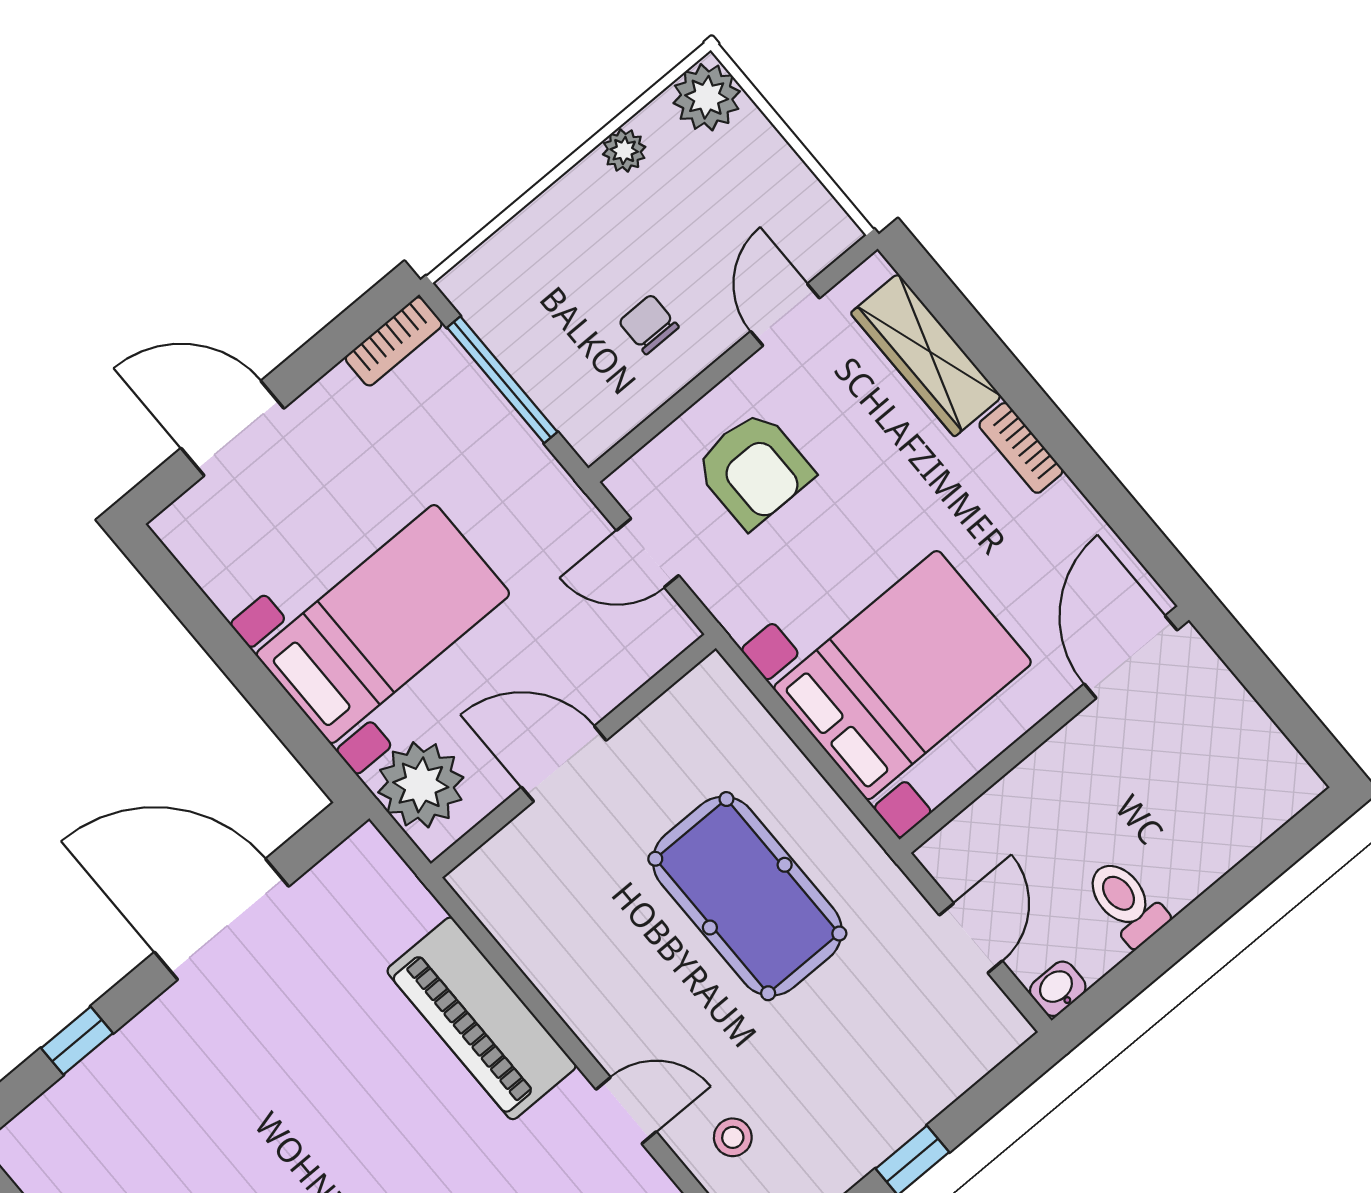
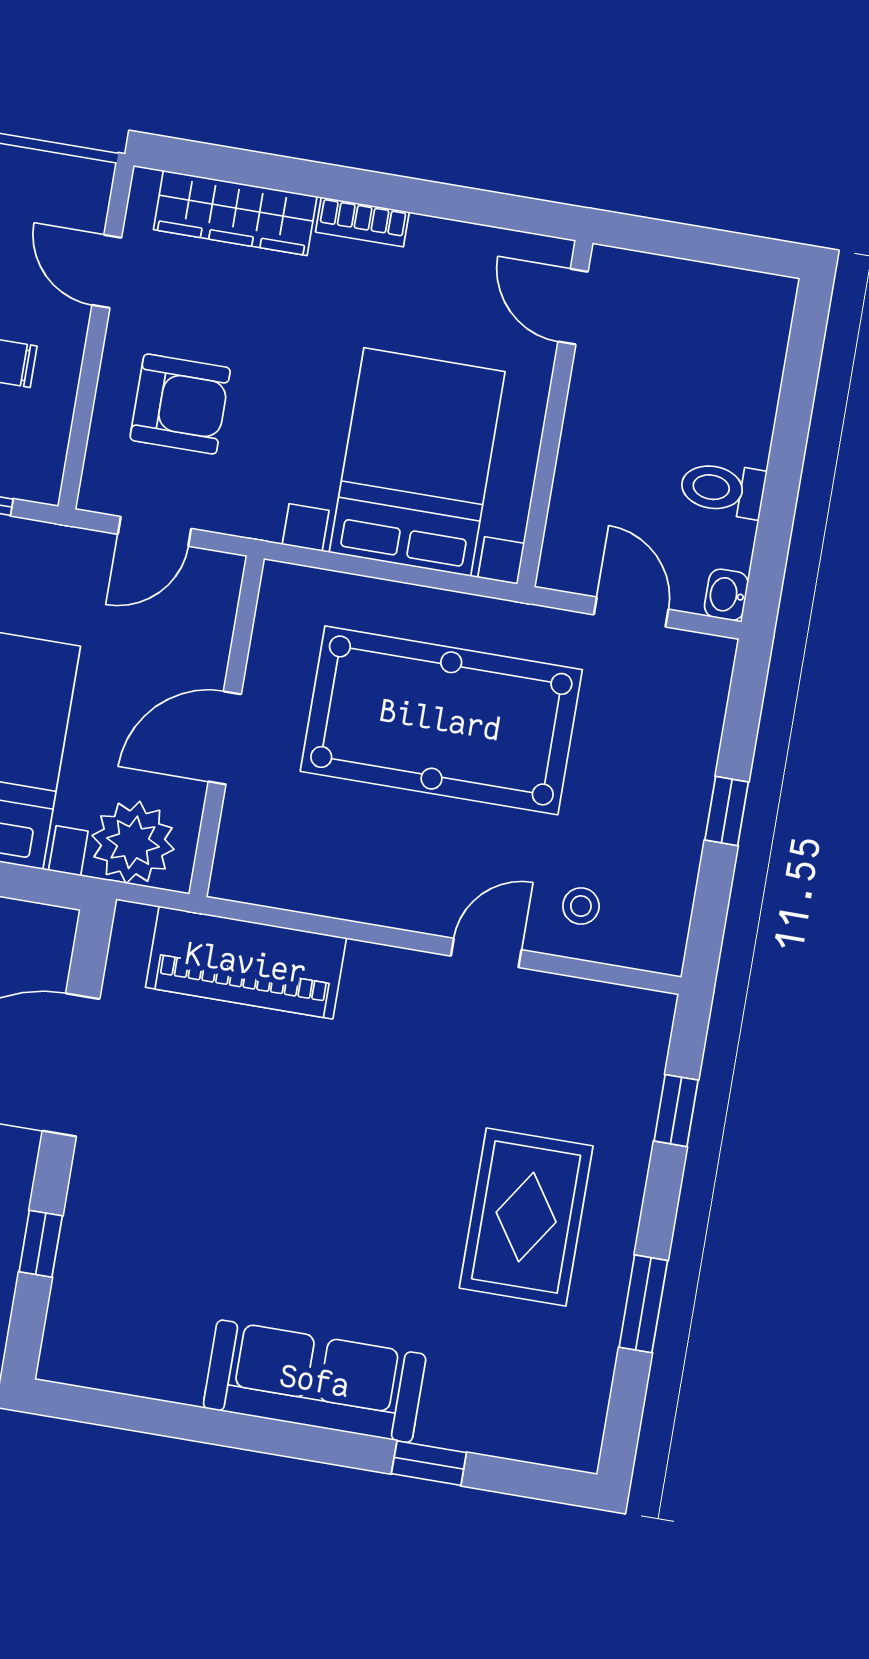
door: (1131, 657) -> (573, 307), width x0.73
pool table: (747, 896) -> (441, 720), width x1.36, depth x1.32
piano: (481, 1018) -> (246, 963), moved

